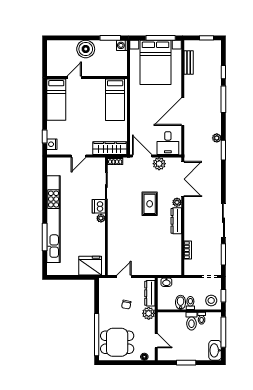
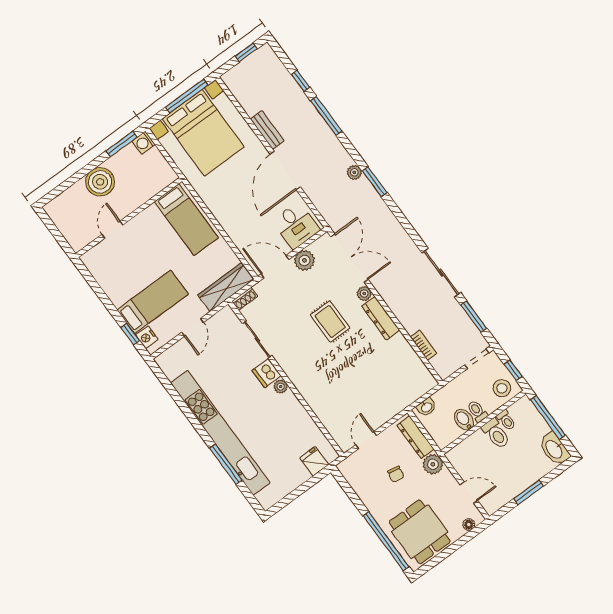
bench: (189, 63) -> (267, 130), moved
bed: (56, 100) -> (153, 302), moved, turned -90
fridge: (90, 266) -> (314, 461), width x0.53, depth x0.75
dining table: (117, 342) -> (420, 532), turned 90

